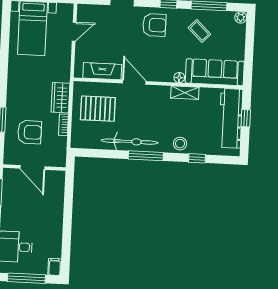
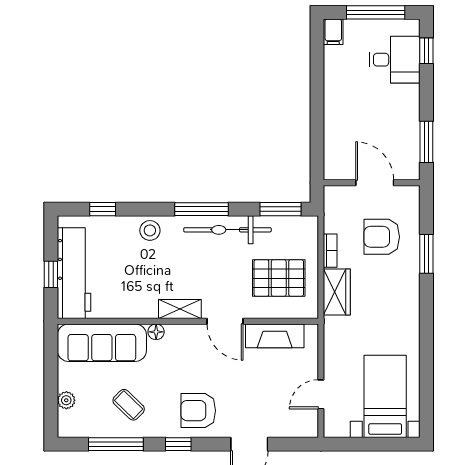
plant: (241, 17) -> (66, 400), moved
shelving: (185, 93) -> (180, 309), moved
window: (94, 153) -> (280, 209), added
window: (197, 158) -> (103, 209), moved

